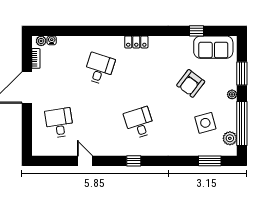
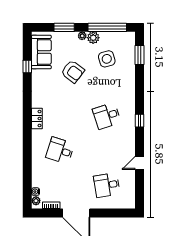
plant: (230, 138) -> (93, 38), moved

